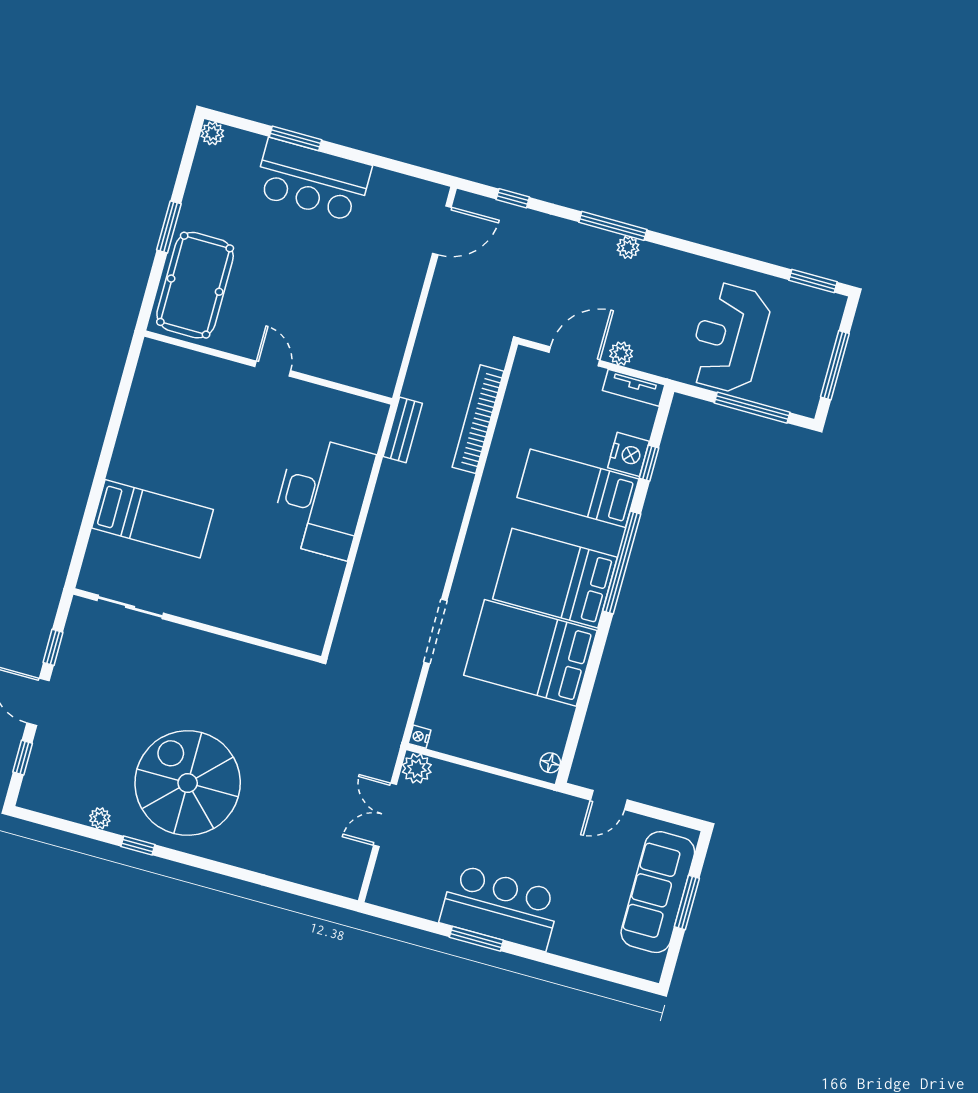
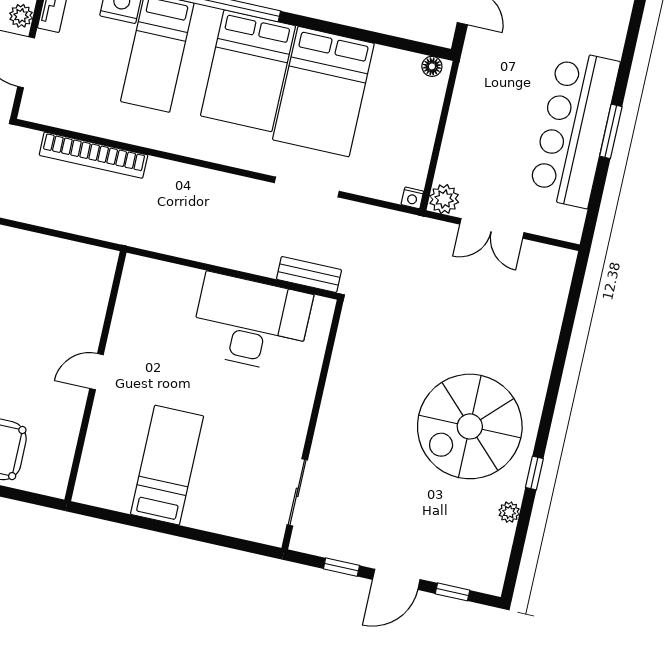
wall: (268, 367) -> (95, 376), moved
door: (273, 369) -> (96, 372), moved
bench: (403, 430) -> (309, 275), moved
desk: (322, 497) -> (251, 323), moved
bed: (152, 519) -> (167, 465), moved
bar counter: (500, 908) -> (574, 129), width x1.36

